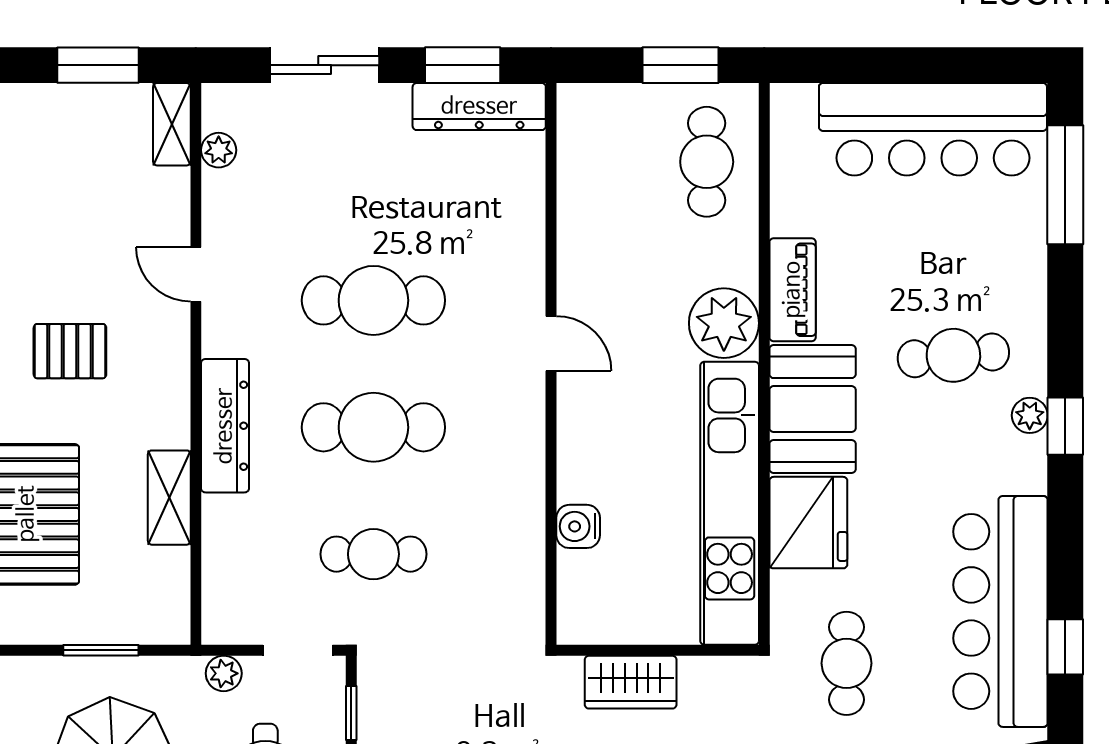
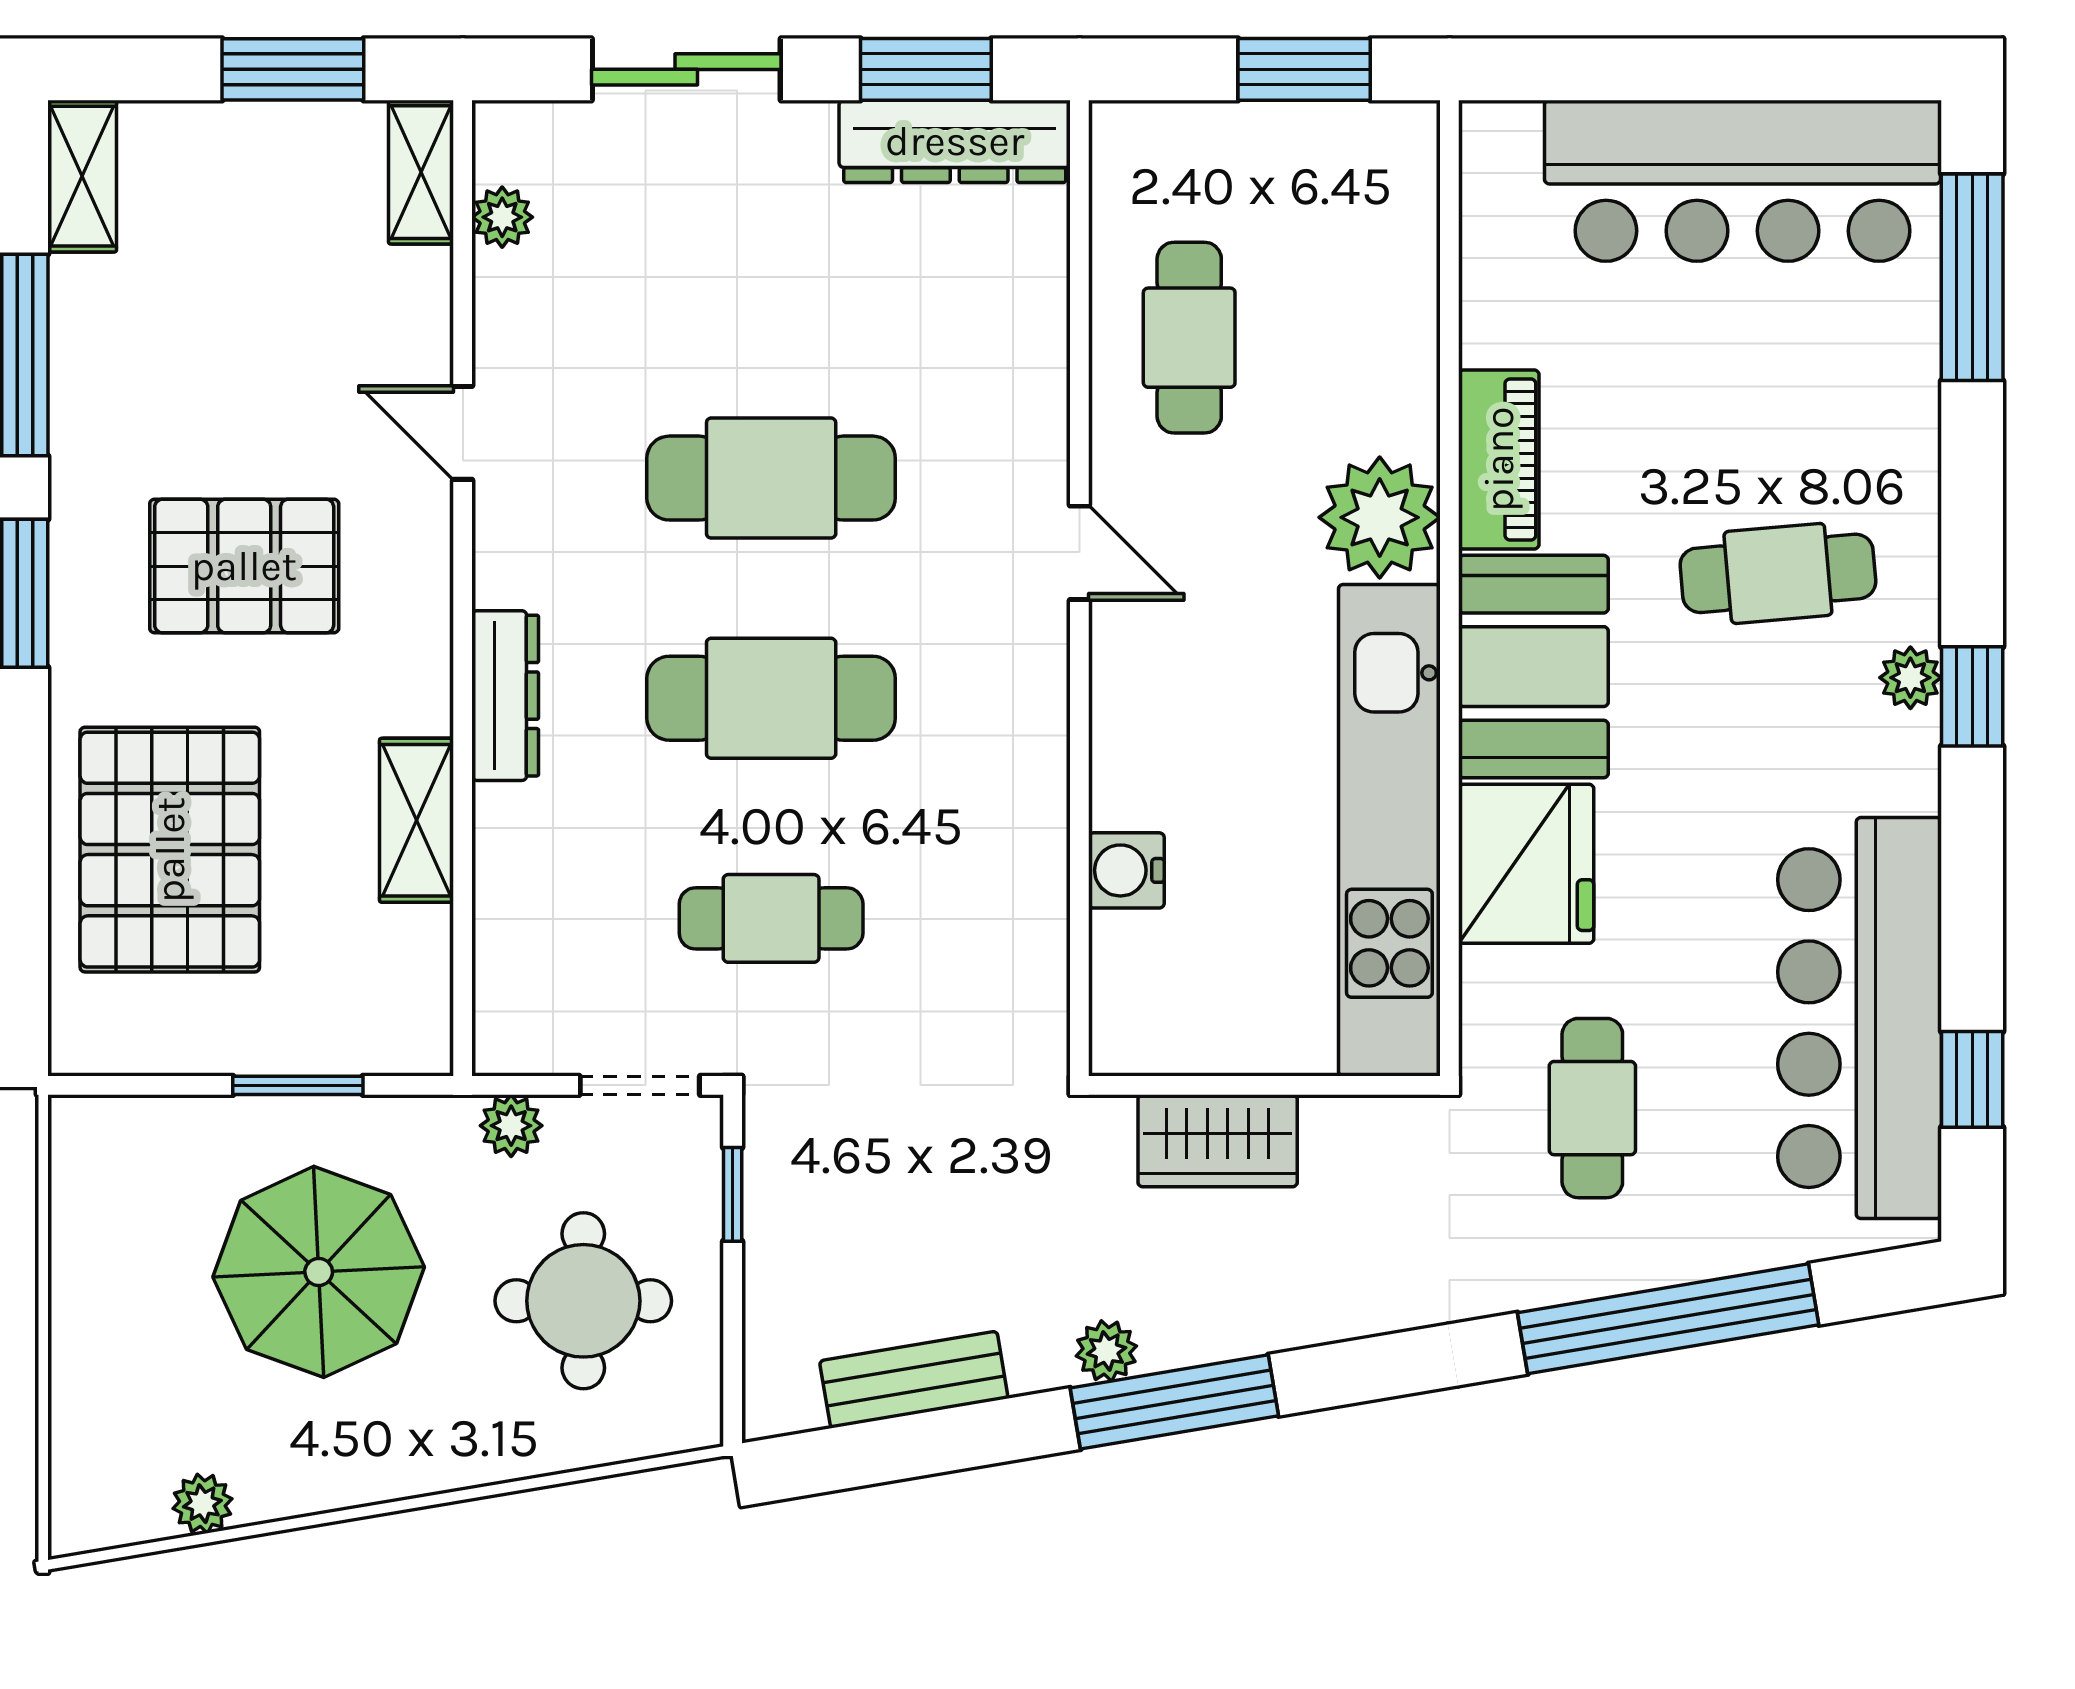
cafe table: (707, 162) -> (1189, 338), moved
pallet: (70, 351) -> (244, 566), width x1.50, depth x1.42
dresser: (225, 426) -> (505, 696), width x0.73, depth x0.80

